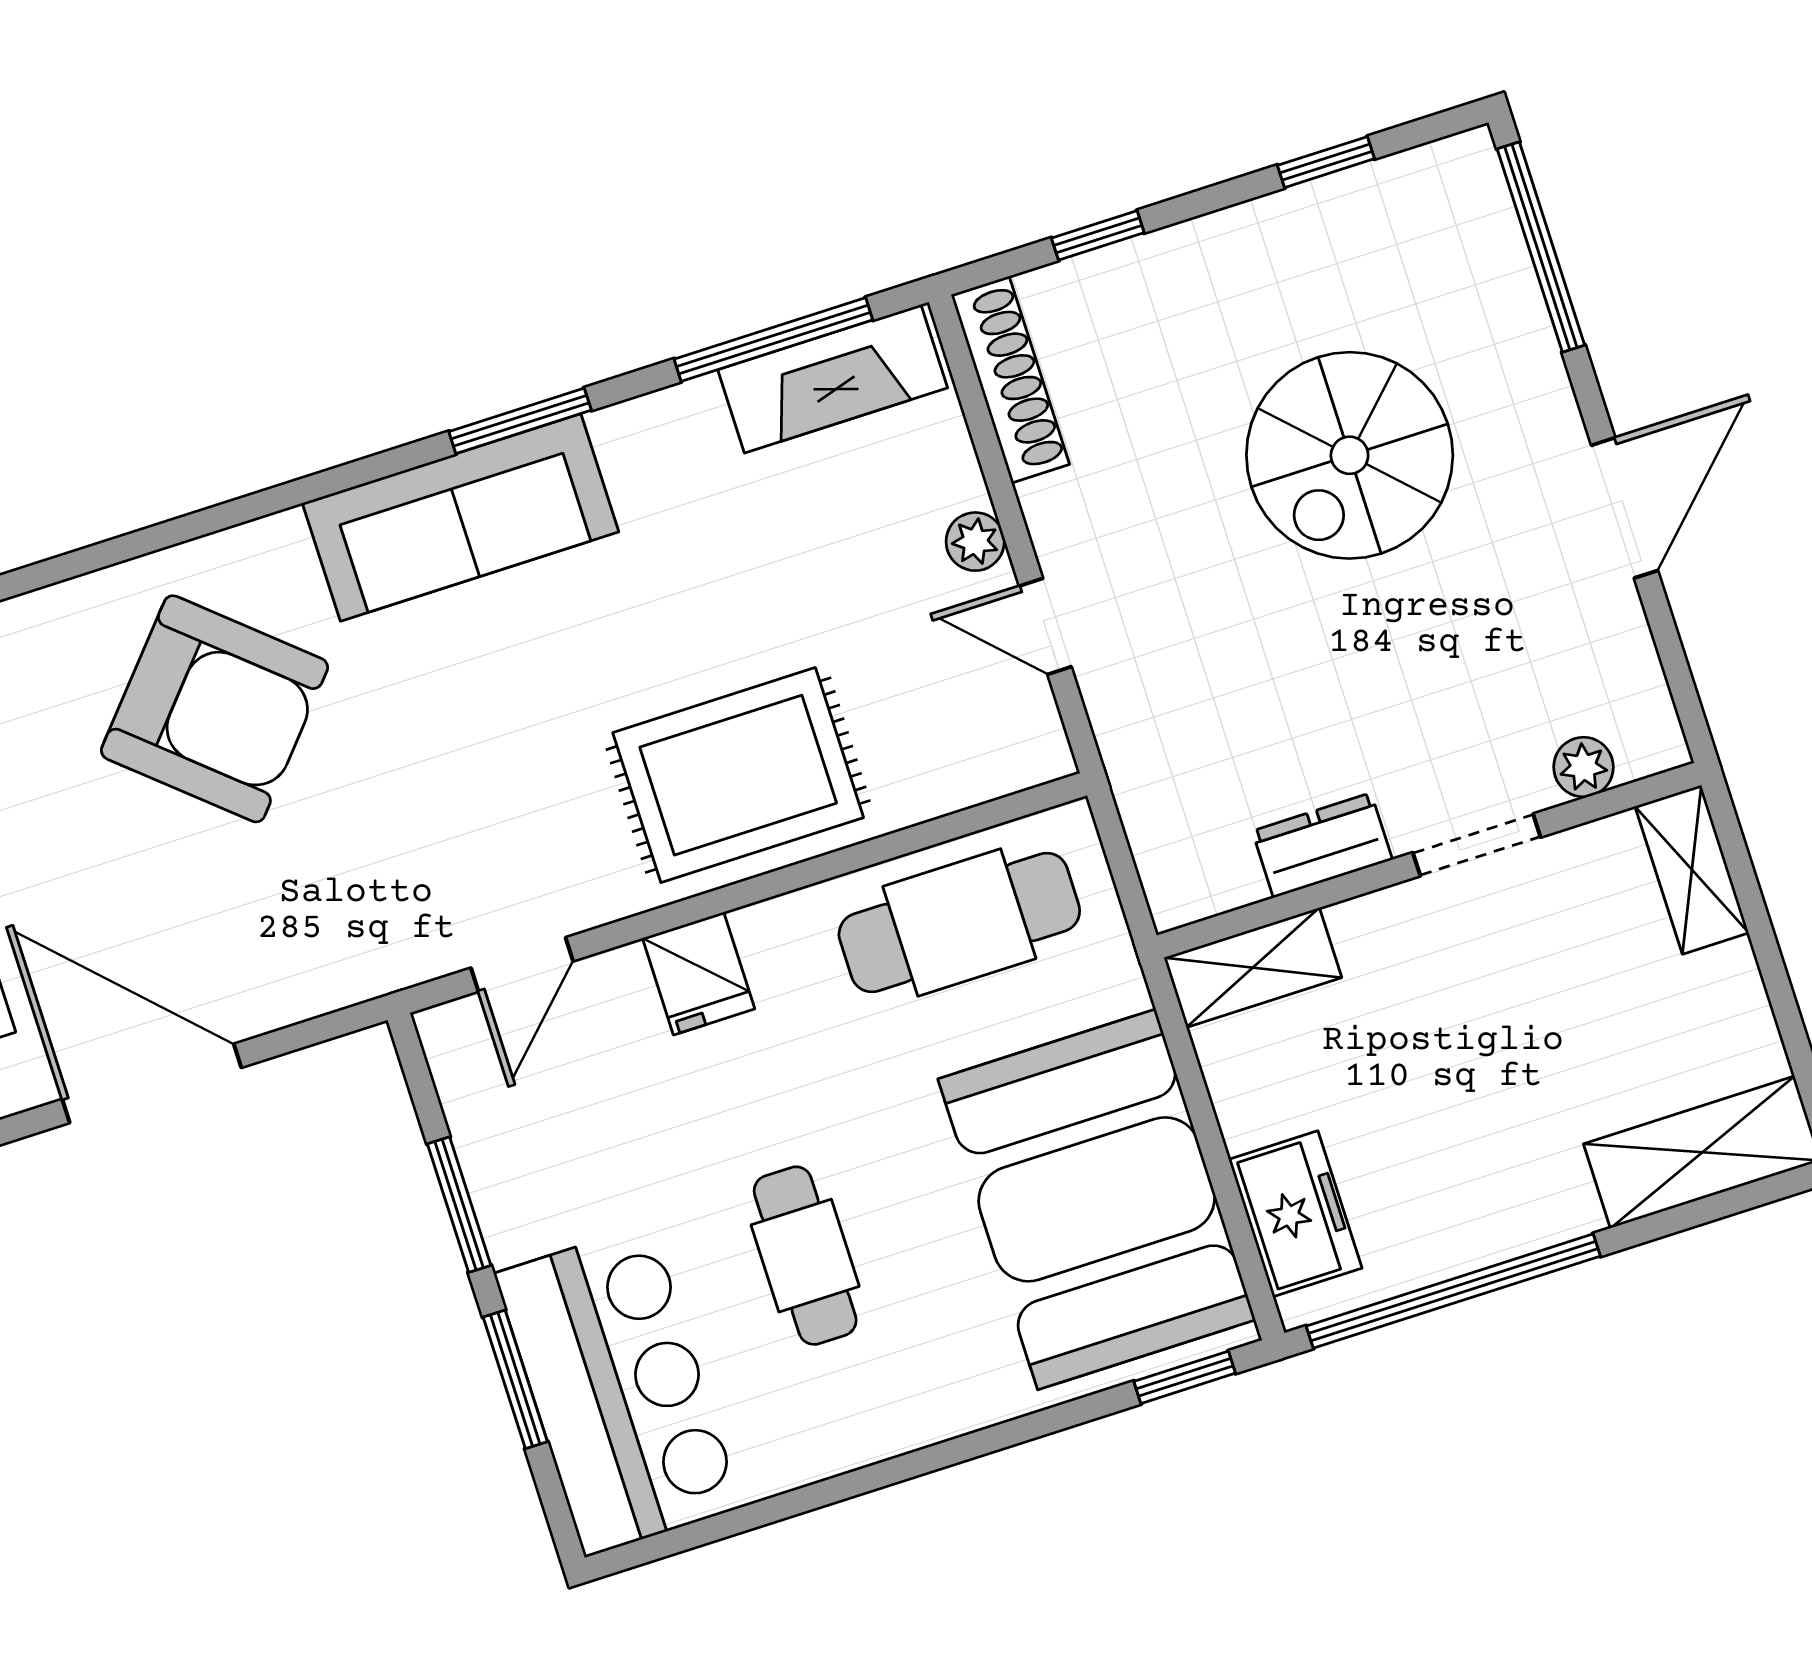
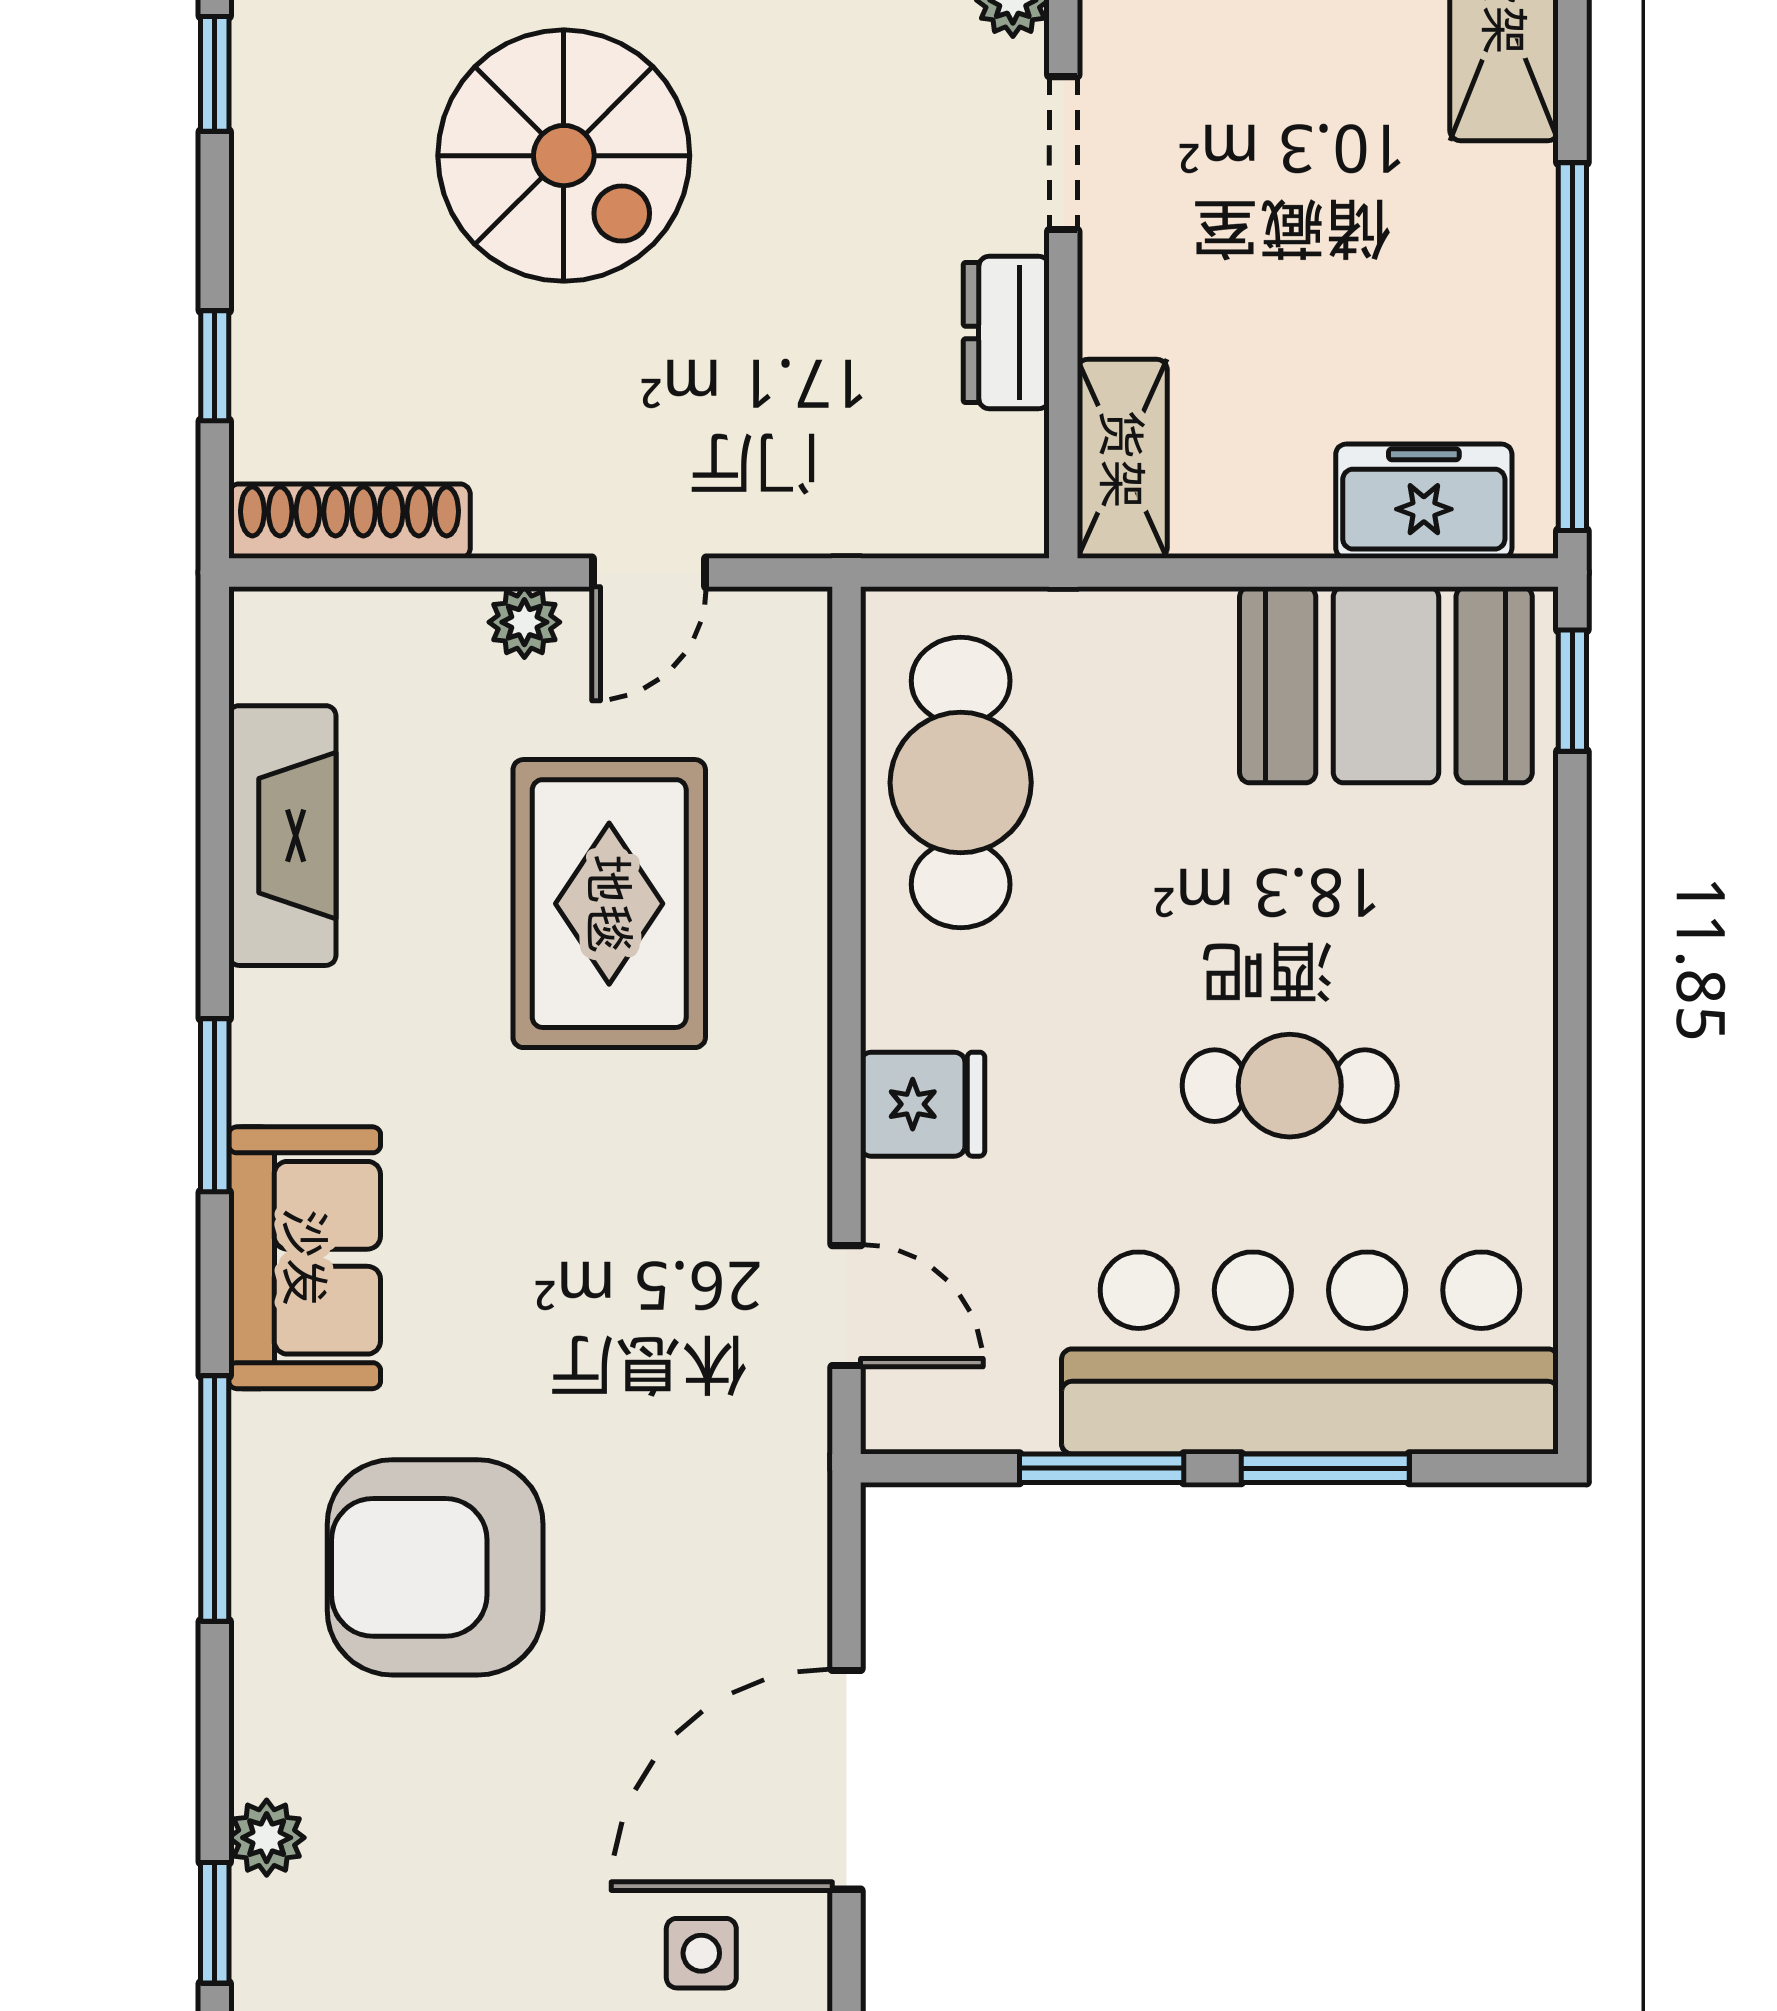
window: (773, 339) -> (215, 1498), moved
fireplace: (833, 379) -> (282, 836), moved
sofa: (461, 517) -> (305, 1258), width x0.73
armchair: (214, 709) -> (435, 1567), turned -131
rug: (738, 775) -> (609, 904), moved
booth: (1097, 1199) -> (1386, 685), width x0.73, depth x0.70
bar counter: (618, 1390) -> (1310, 1353), width x1.36

